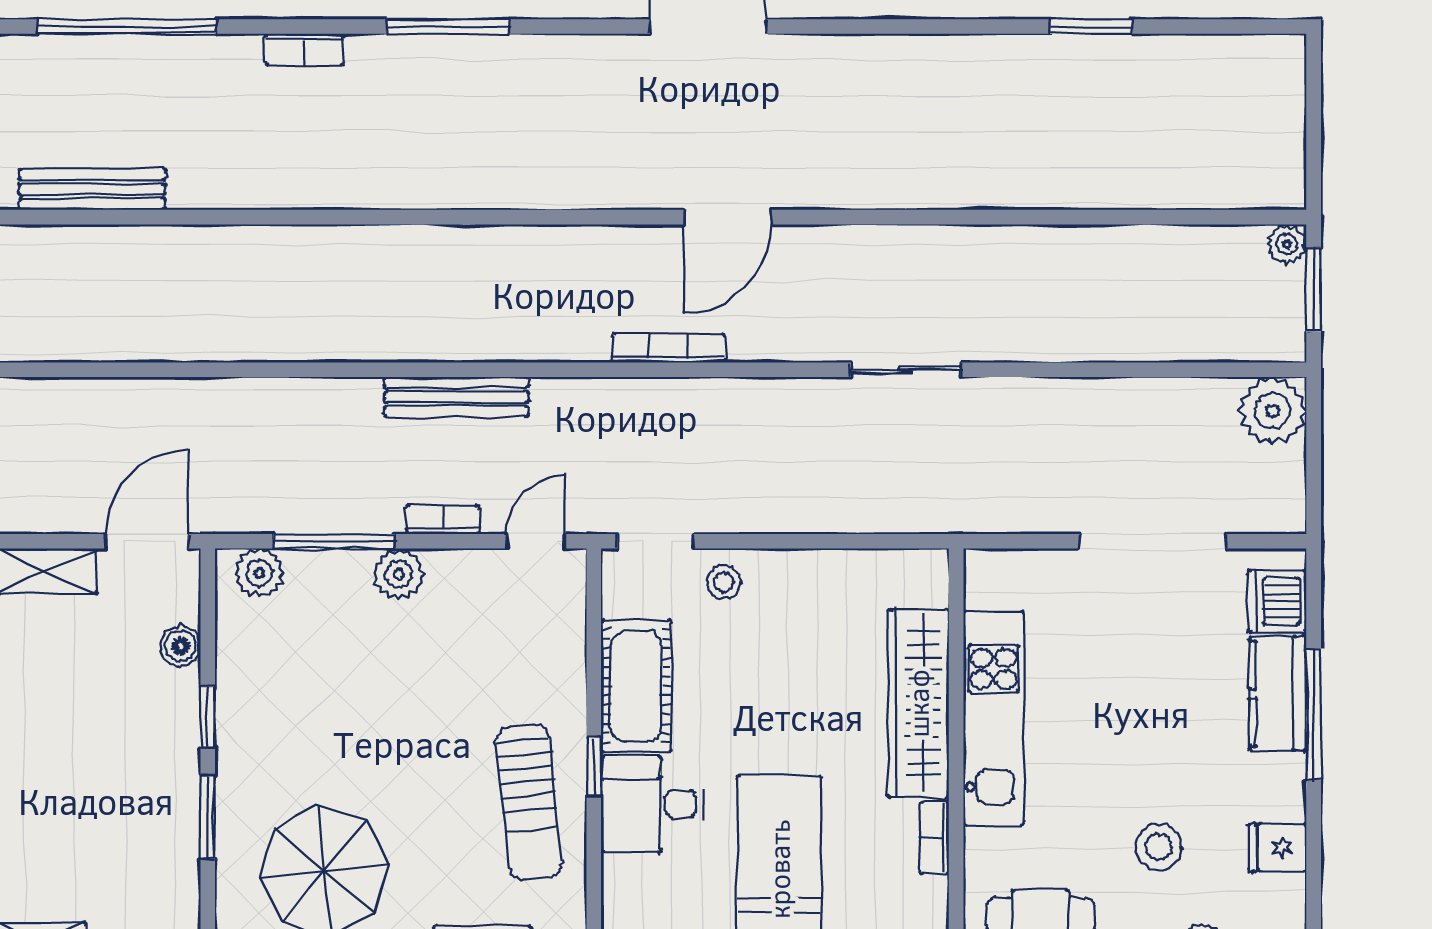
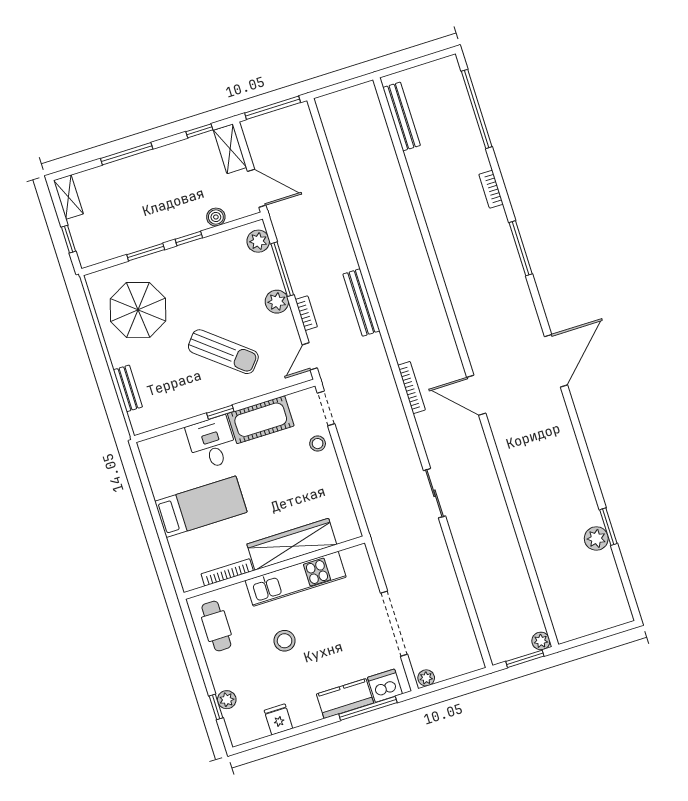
plant: (1108, 60) -> (596, 538), added
plant: (1273, 411) -> (426, 678), moved, width x0.53, depth x0.53
door: (535, 541) -> (310, 356), swing flipped
window: (1314, 714) -> (368, 708), moved
sun lounger: (529, 802) -> (223, 352), moved, turned -135
bookcase: (935, 838) -> (227, 572), width x1.56
stool: (1159, 847) -> (285, 641), moved

